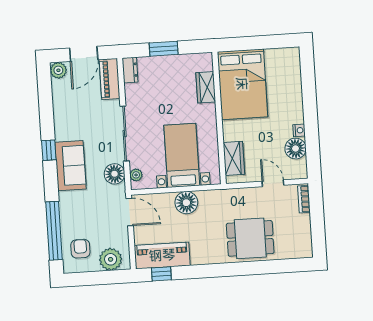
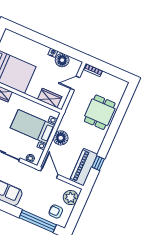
floor lamp: (115, 174) -> (23, 170), removed
door: (130, 212) -> (49, 173), hinge flipped
window: (161, 274) -> (98, 163), moved

